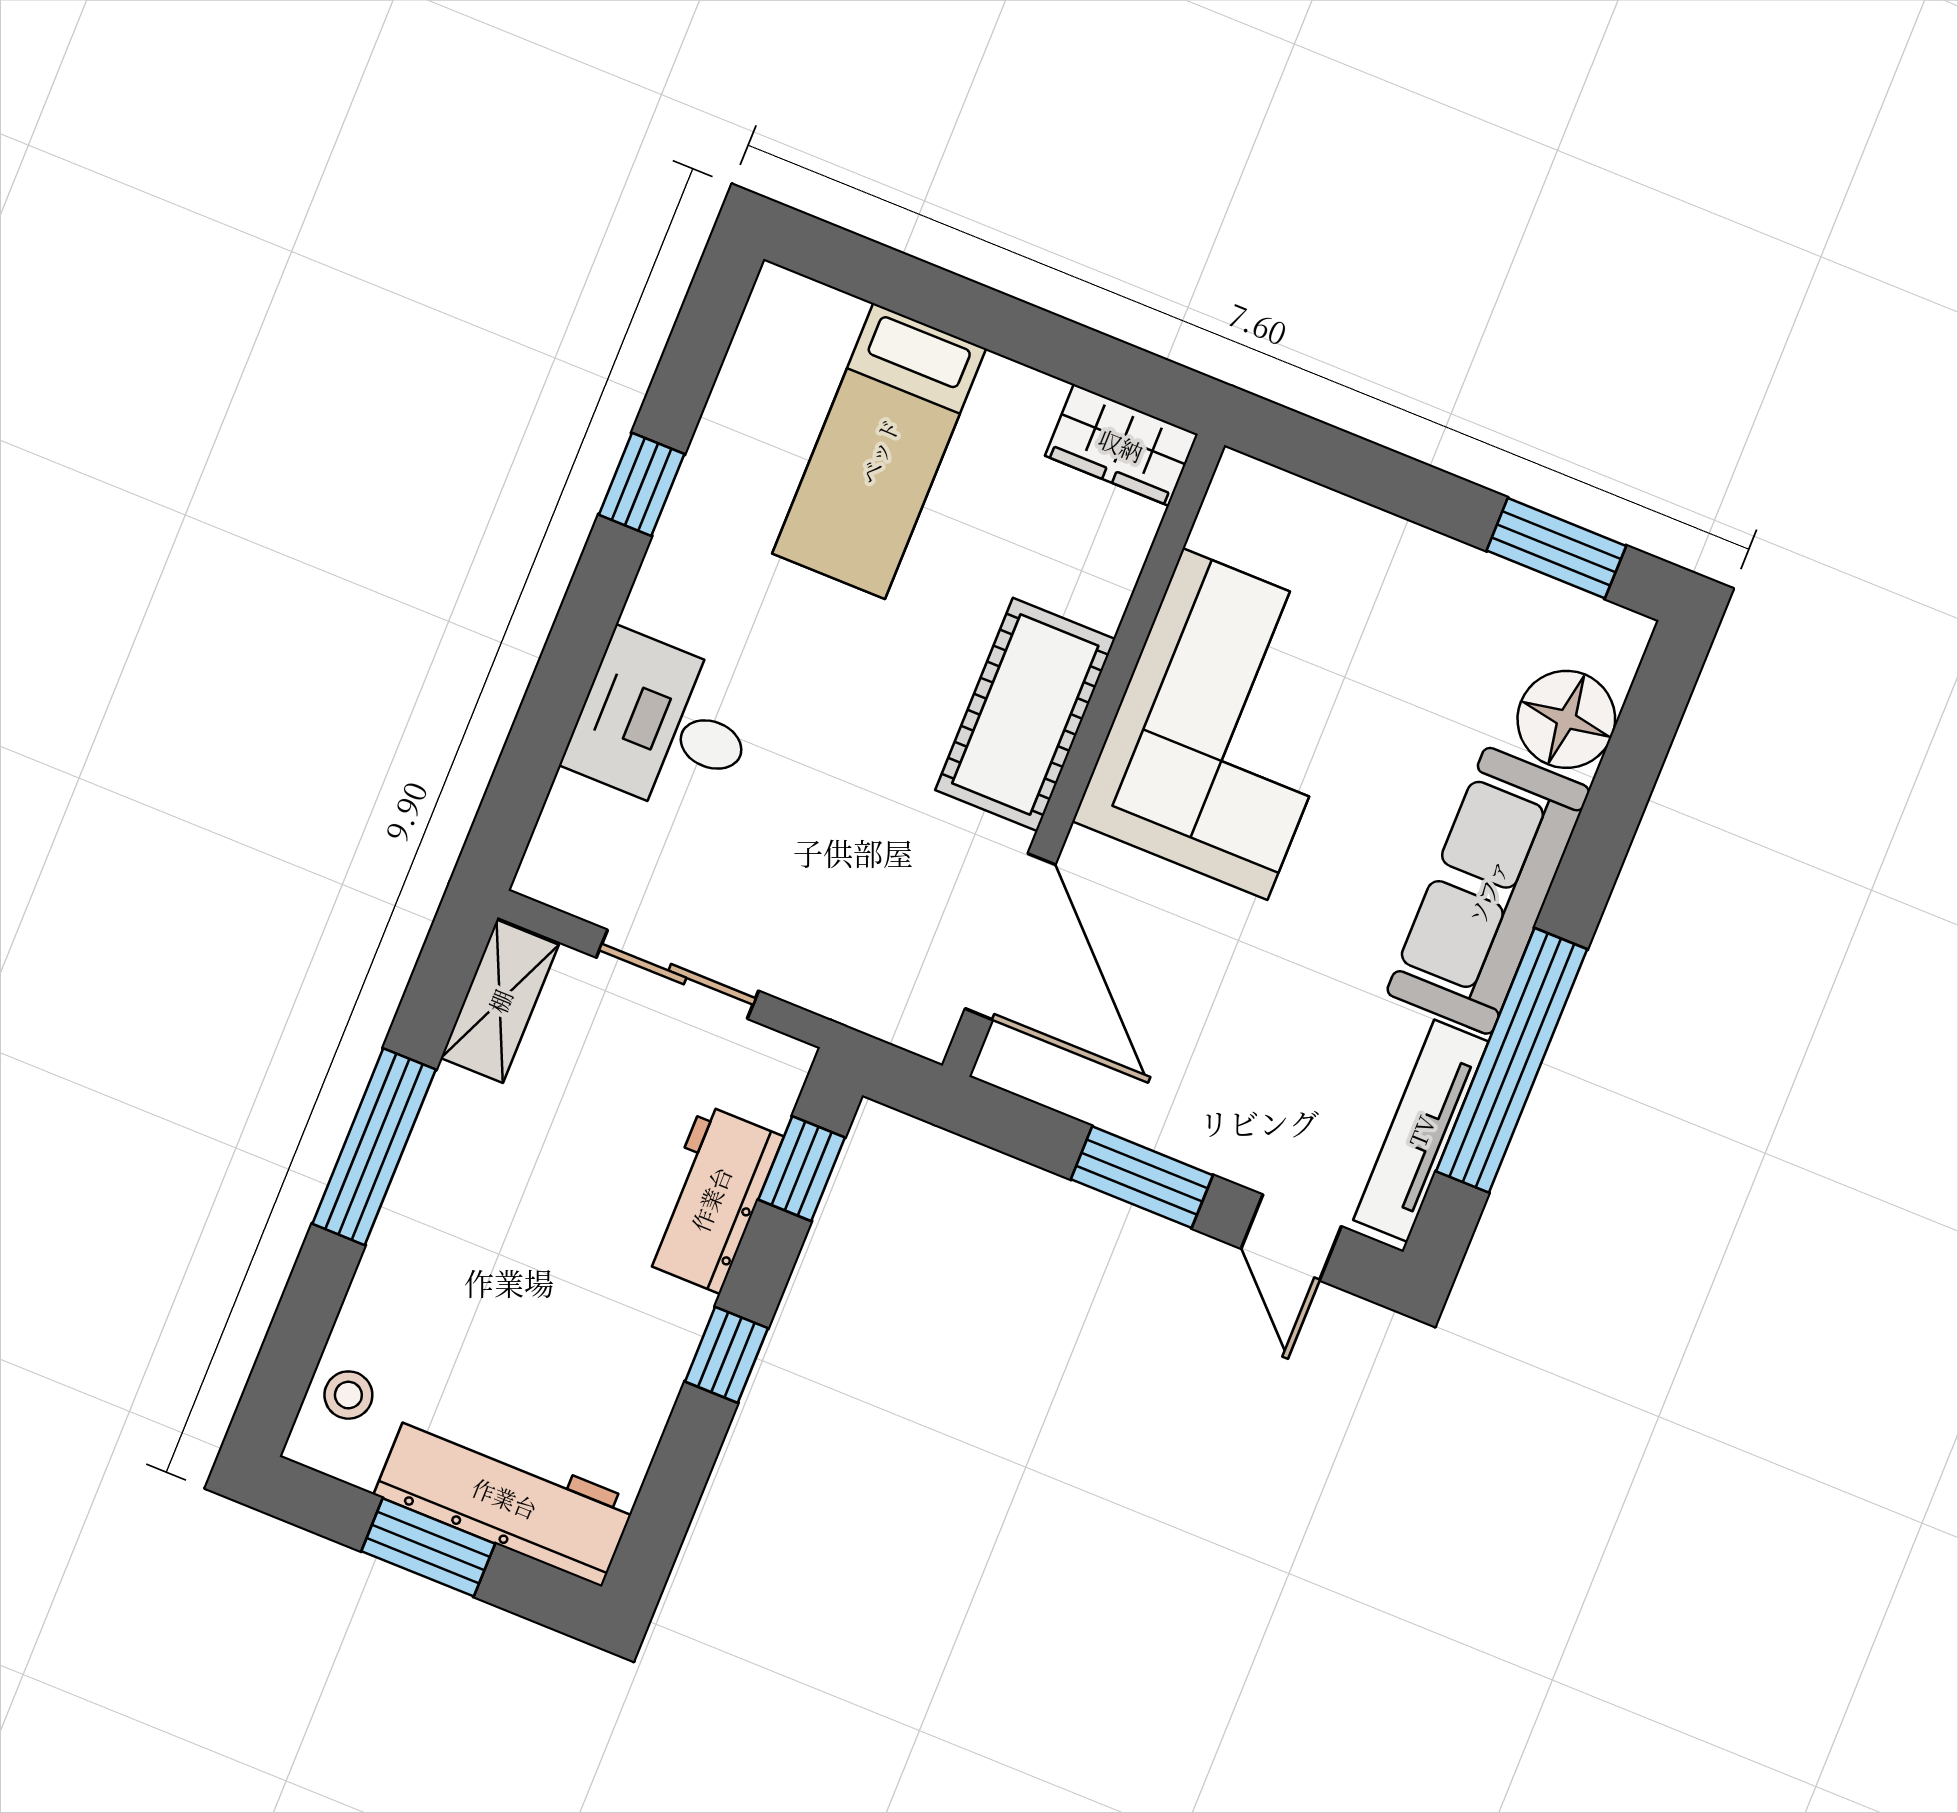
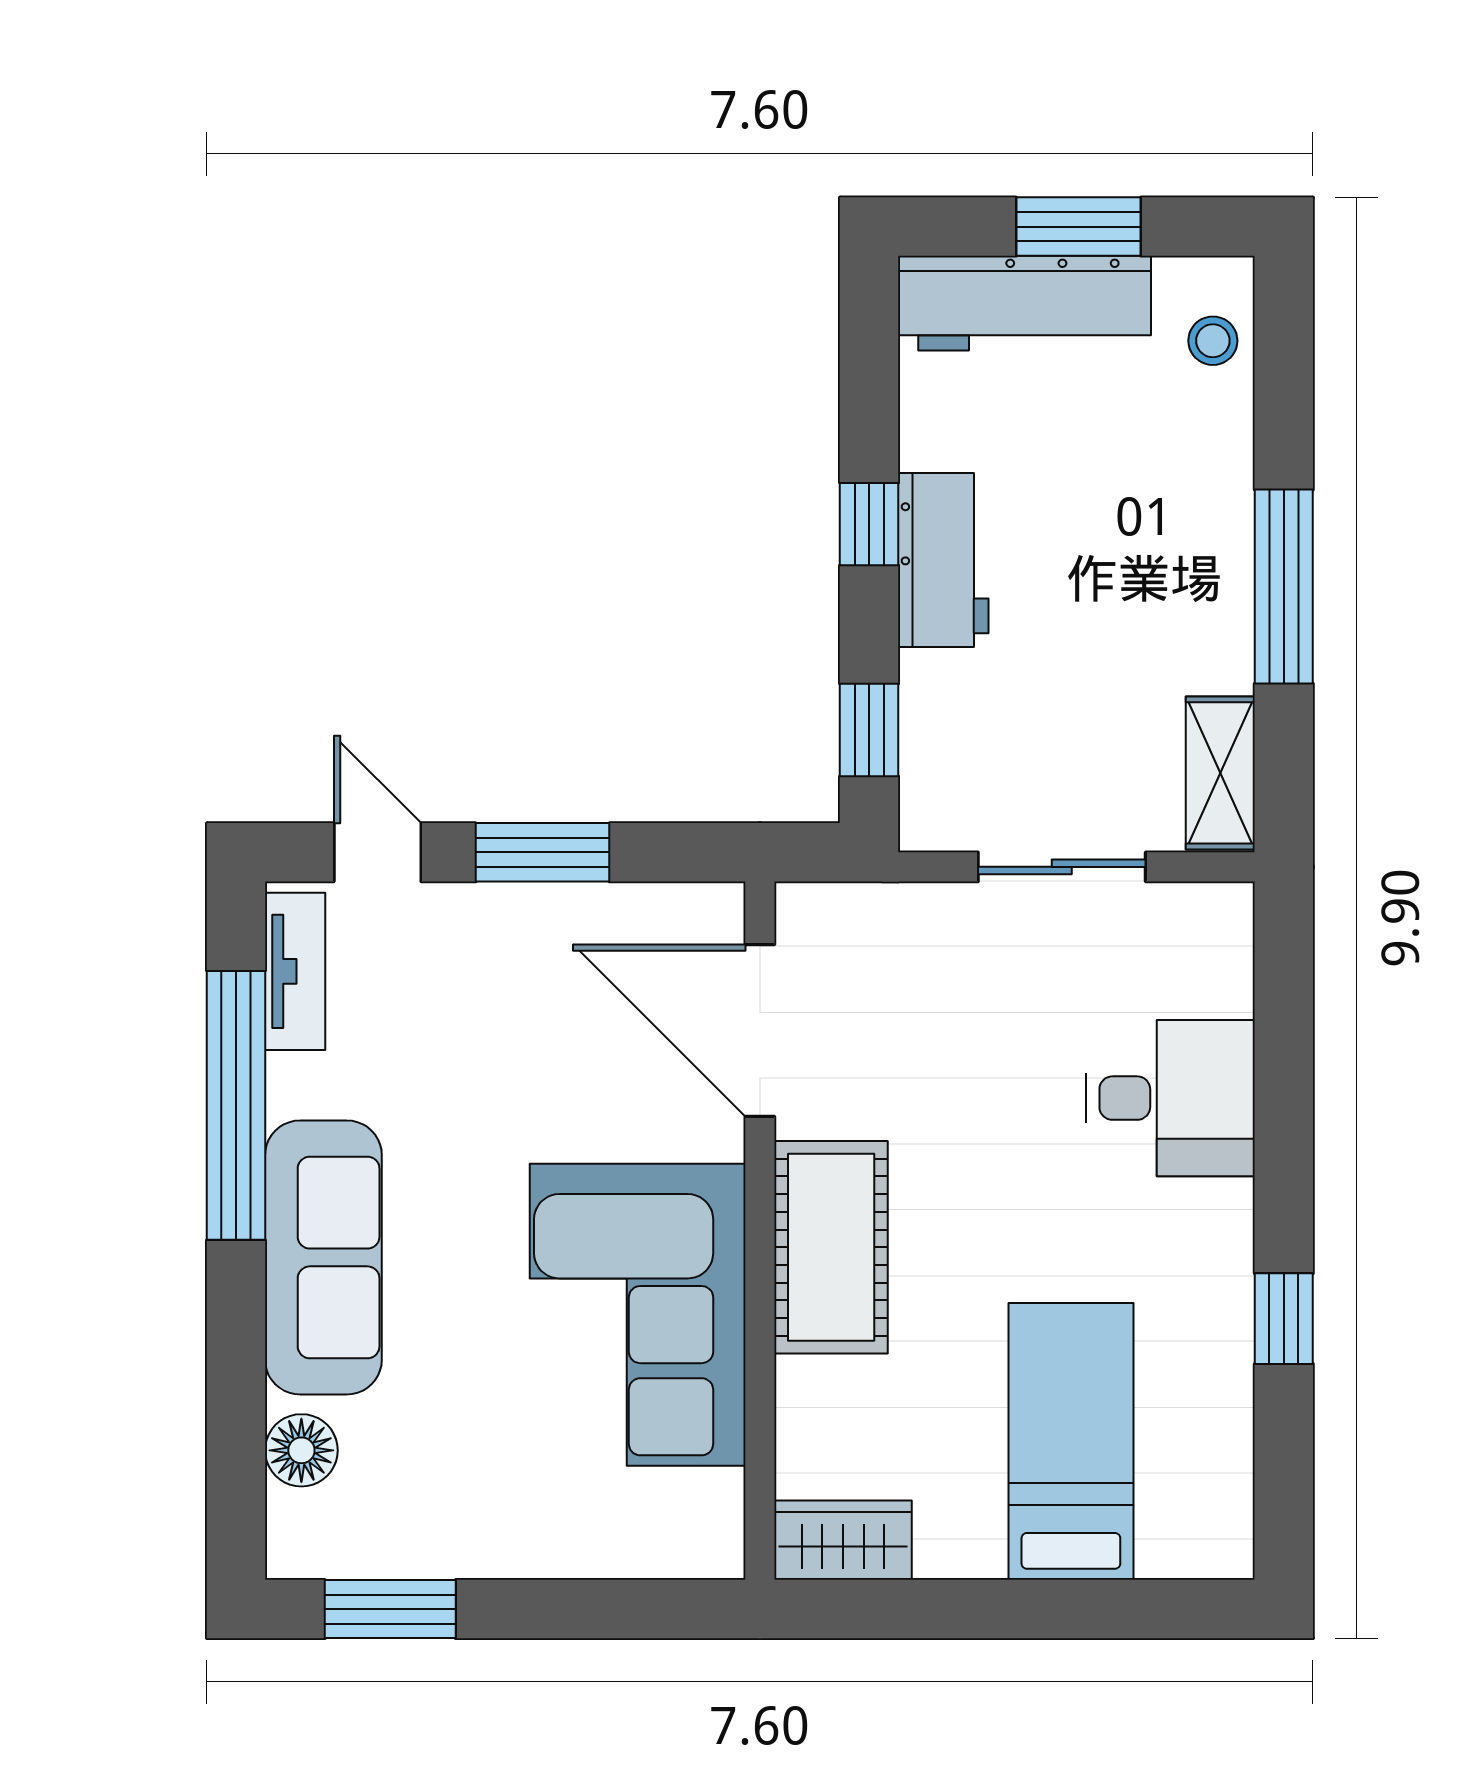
floor lamp: (1566, 719) -> (301, 1450), width x0.73, depth x0.73
tv unit: (1421, 1131) -> (295, 971), width x0.71
workbench: (711, 1199) -> (943, 560), moved

